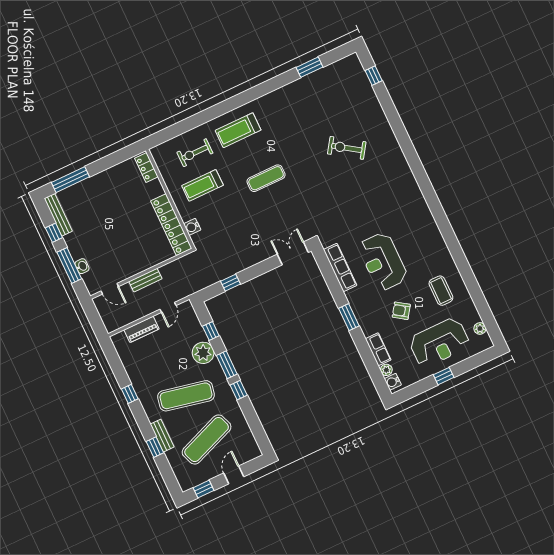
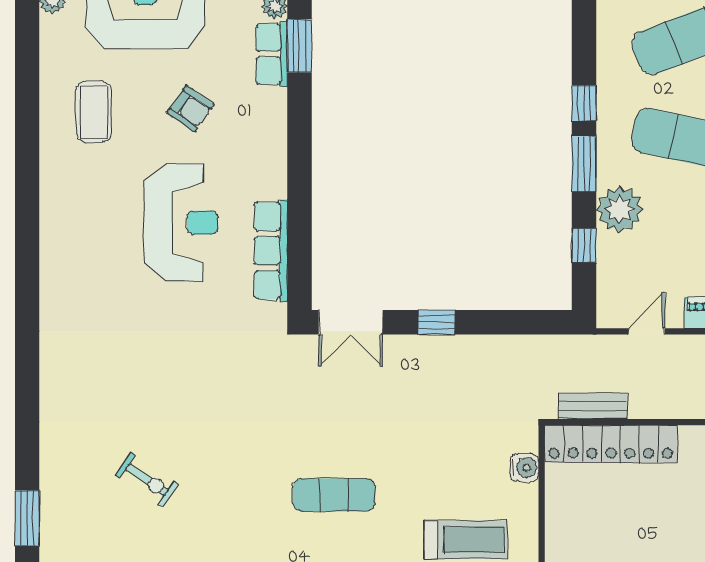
window: (389, 108) -> (27, 518), added
exercise bike: (347, 148) -> (147, 480), width x0.73, depth x0.72
locker: (171, 225) -> (611, 444), moved, turned 90
bench: (145, 280) -> (593, 406), moved
window: (230, 283) -> (436, 322), moved
window: (349, 317) -> (300, 46), moved

